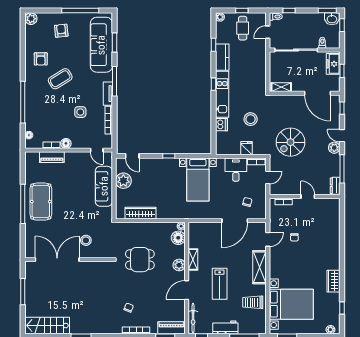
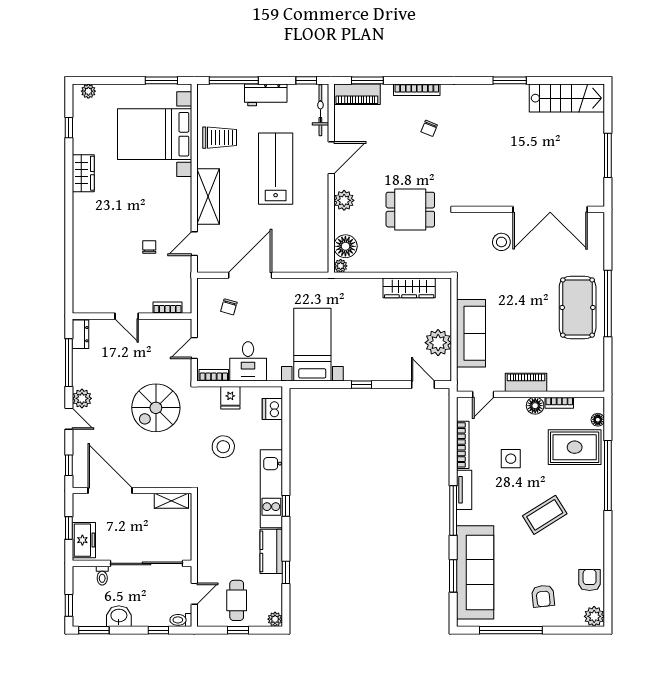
washbasin: (332, 19) -> (119, 616), moved
armchair: (41, 59) -> (590, 580), moved
rug: (43, 119) -> (575, 447), added
dishwasher: (221, 125) -> (272, 409), moved
spiral stairs: (290, 142) -> (156, 408), turned 180
door: (97, 150) -> (483, 394), swing flipped
piano: (52, 157) -> (526, 382), moved
shelving: (193, 259) -> (321, 210), removed
lab bench: (220, 284) -> (276, 169), width x1.36, depth x1.39

